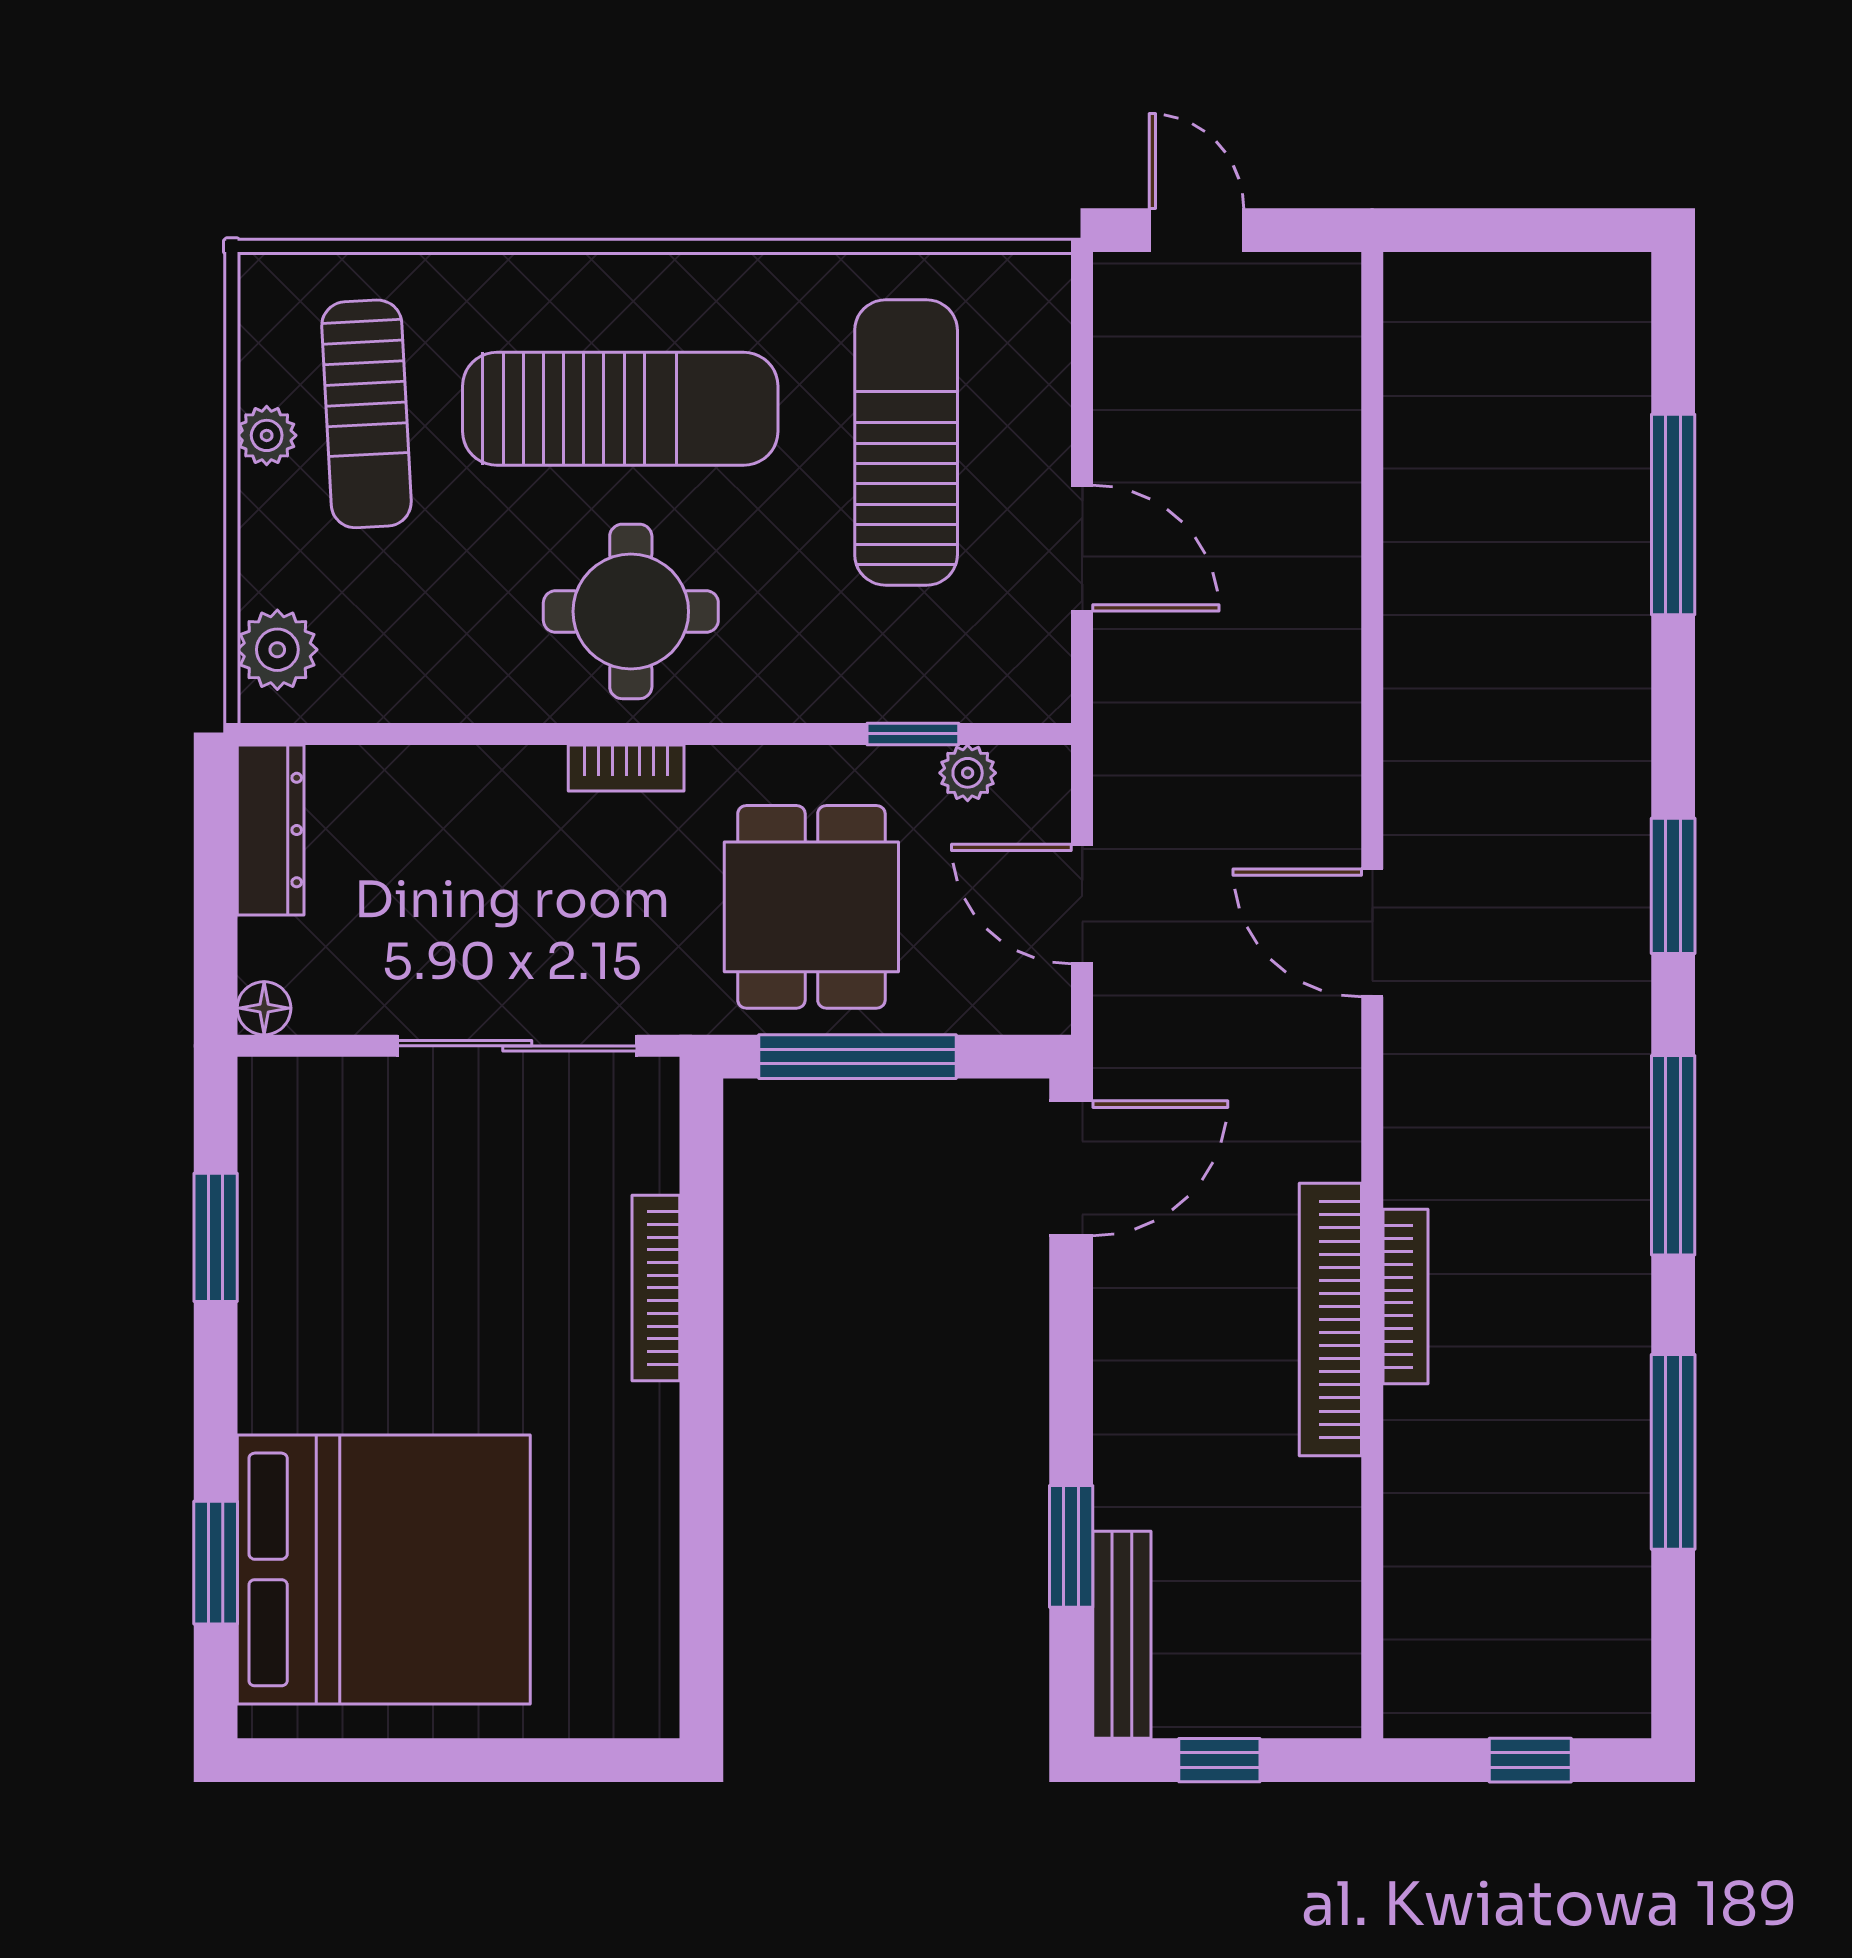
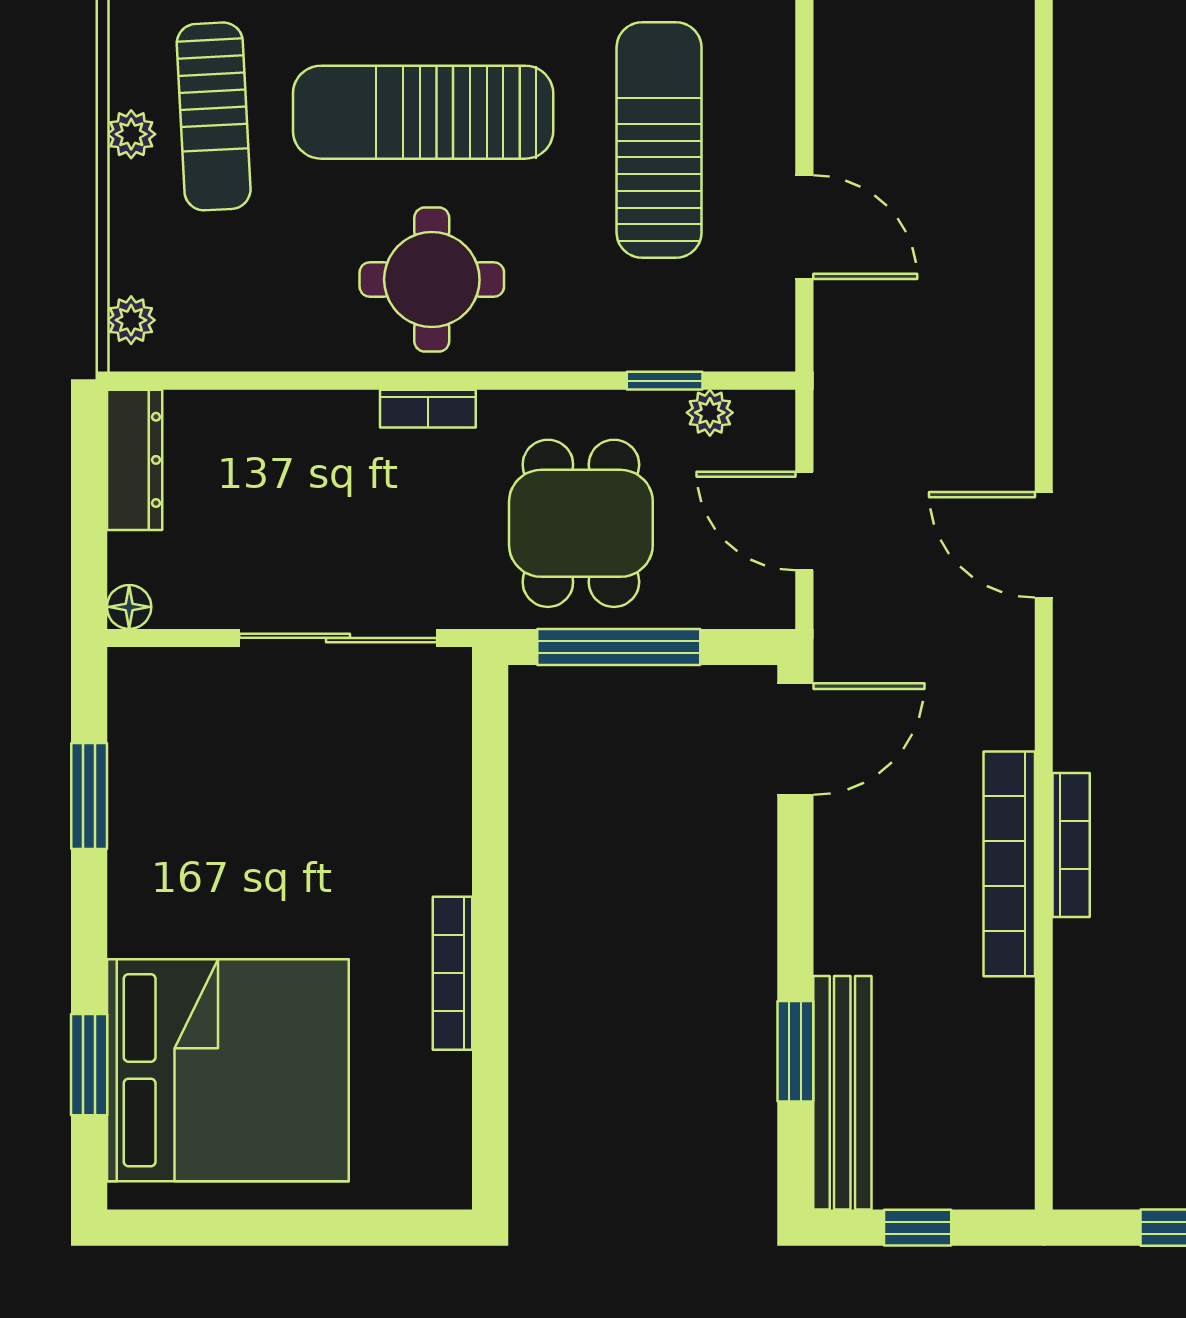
sun lounger: (620, 409) -> (423, 112), turned 180
plant: (277, 650) -> (131, 320), width x0.73, depth x0.73
bookcase: (656, 1288) -> (453, 973), moved
bench: (1122, 1635) -> (842, 1093), width x1.37, depth x1.21

